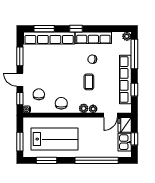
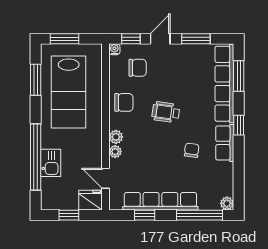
row of seats: (93, 38) -> (225, 143), width x0.68
wheelchair: (68, 76) -> (166, 112), added
coffee table: (89, 82) -> (157, 145), removed
kitchen sink: (125, 142) -> (51, 163), moved, turned 90

